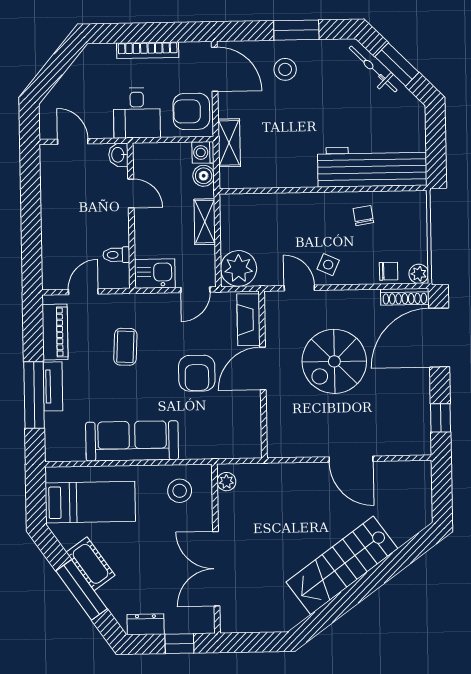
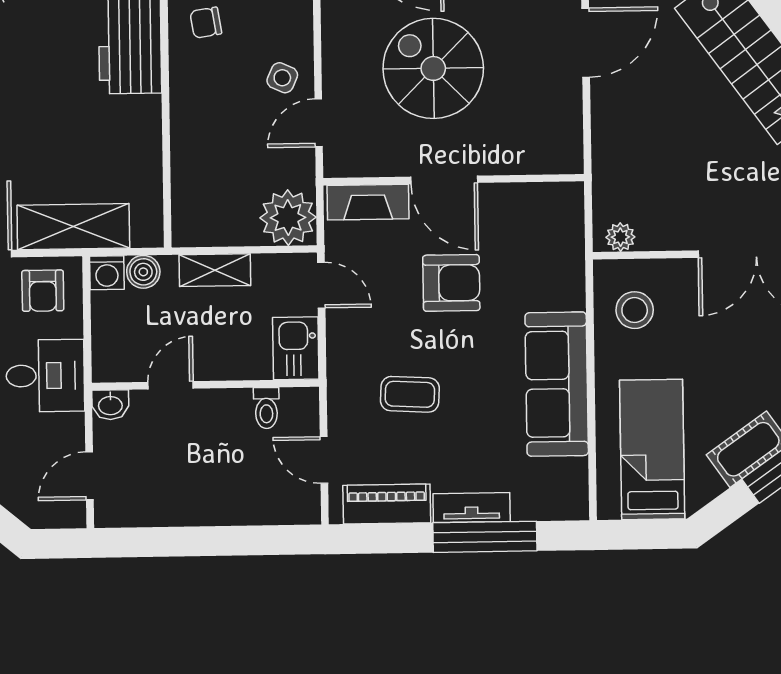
armchair: (191, 111) -> (43, 291), width x0.72, depth x0.72
shelving: (229, 143) -> (73, 227), width x1.50, depth x1.33
spiral stairs: (334, 361) -> (433, 68), turned 180

